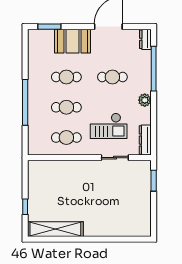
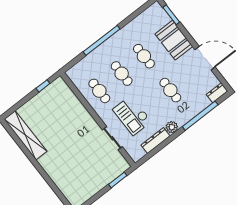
dresser: (145, 140) -> (156, 141), moved
window: (25, 207) -> (43, 86), moved

